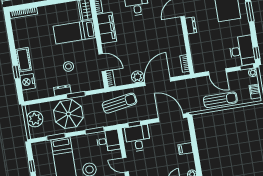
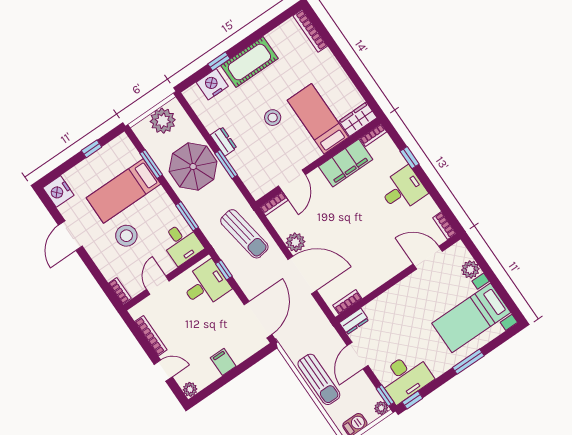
dresser: (191, 25) -> (354, 321), moved
cot: (23, 60) -> (249, 62), width x1.37, depth x1.34
stool: (68, 66) -> (273, 118), moved

